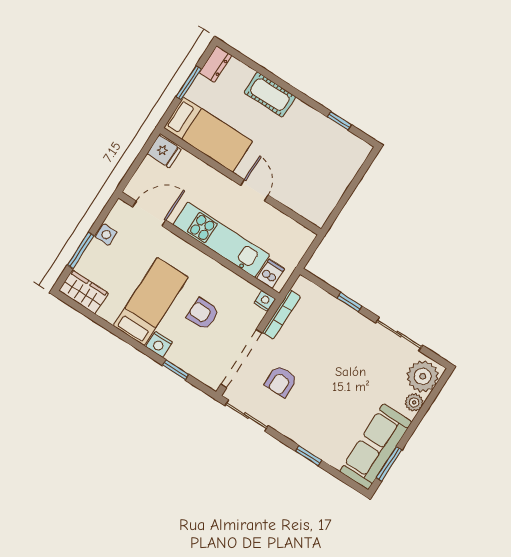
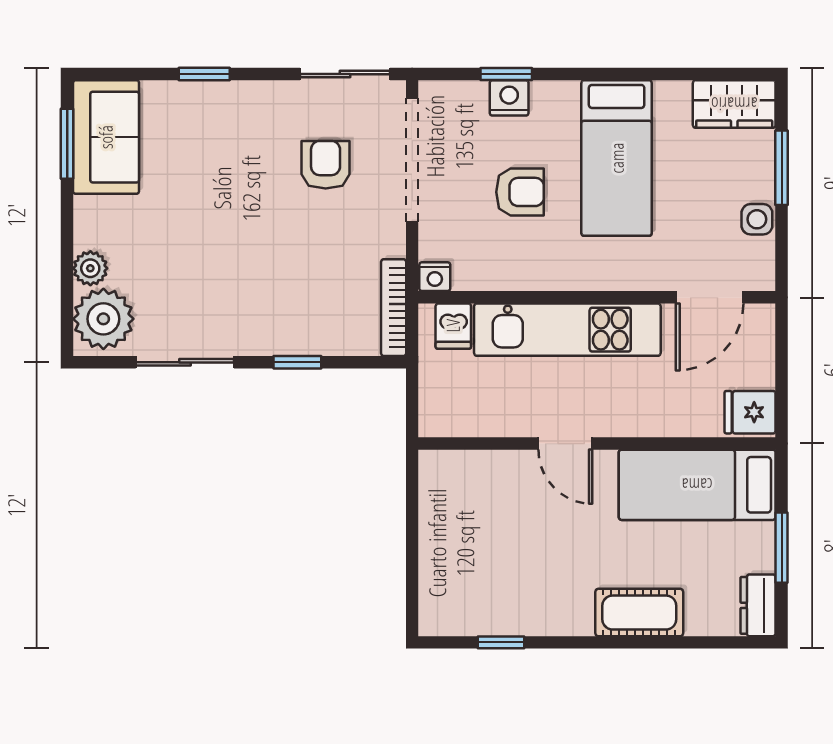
bookcase: (281, 314) -> (394, 308), moved
nightstand: (159, 344) -> (509, 98), moved
sofa: (376, 447) -> (106, 137), width x0.73

